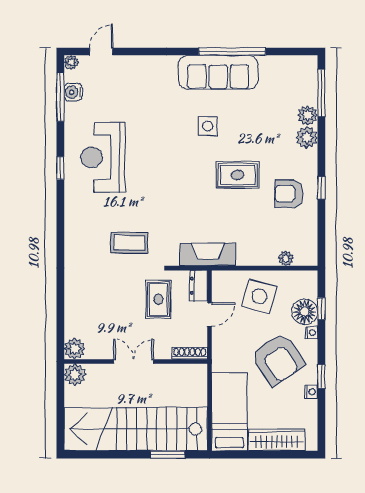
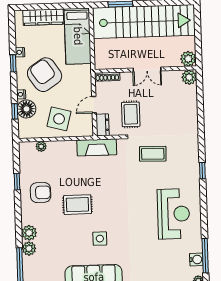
window: (60, 168) -> (202, 171), moved
window: (321, 188) -> (17, 182), moved

